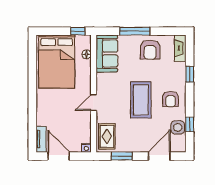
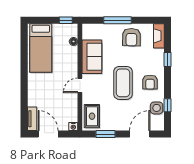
sofa: (107, 53) -> (92, 57), moved
bed: (57, 62) -> (41, 48), width x0.67

